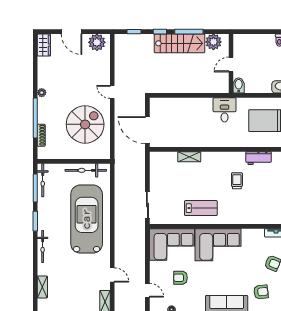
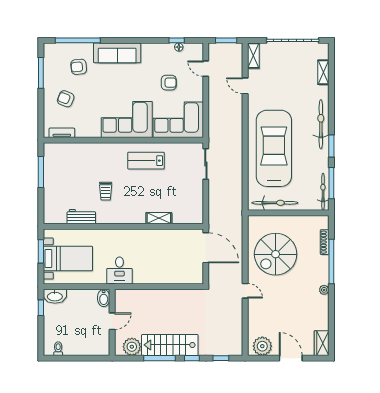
car: (87, 219) -> (274, 148), turned 180
bicycle: (43, 246) -> (321, 124), width x1.37, depth x1.40

